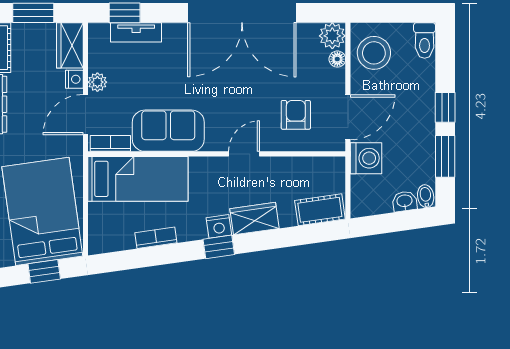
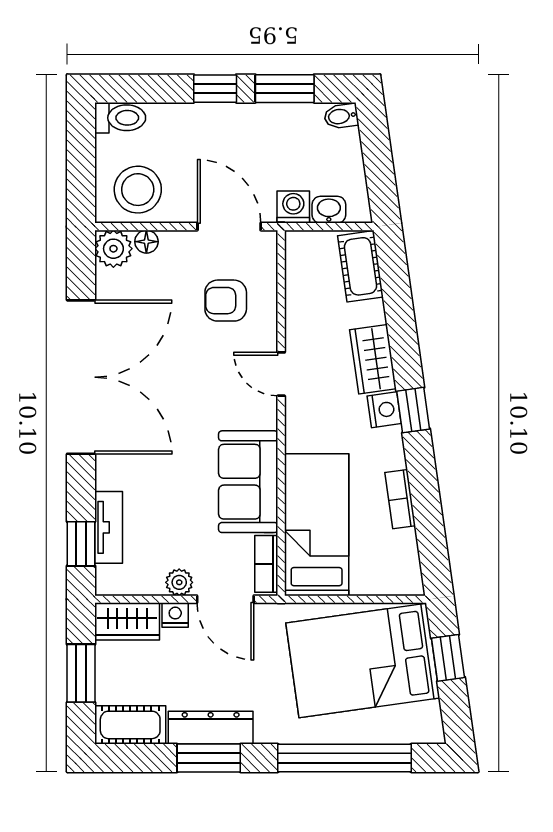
washing machine: (366, 158) -> (293, 207), width x0.73, depth x0.73
washbasin: (405, 201) -> (329, 210), moved, turned 98

